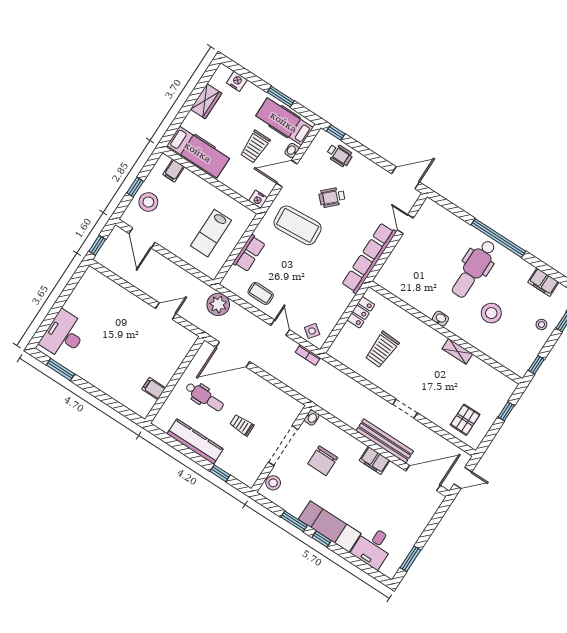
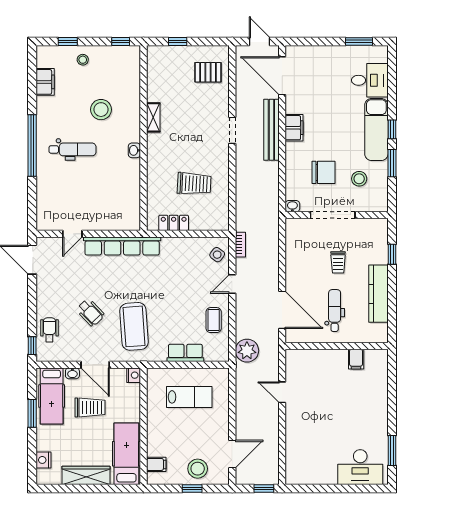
wardrobe: (206, 101) -> (86, 475), width x1.50
dental chair: (474, 269) -> (72, 149), width x0.73, depth x0.72
stool: (273, 483) -> (359, 179), moved

